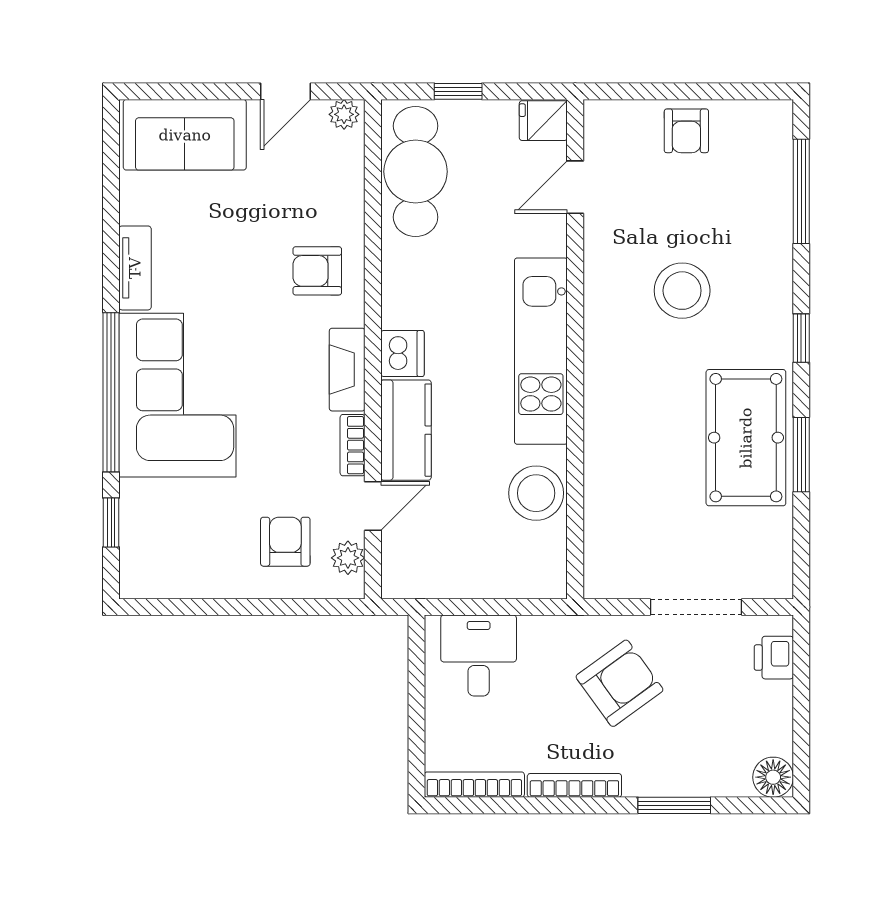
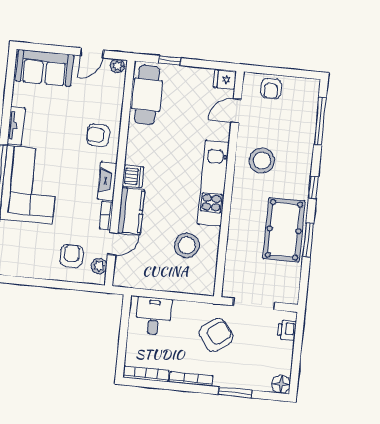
fridge: (543, 121) -> (225, 79), moved
door: (575, 187) -> (236, 111), moved
wall: (575, 349) -> (229, 184), moved
kitchen unit: (541, 351) -> (213, 183), moved

